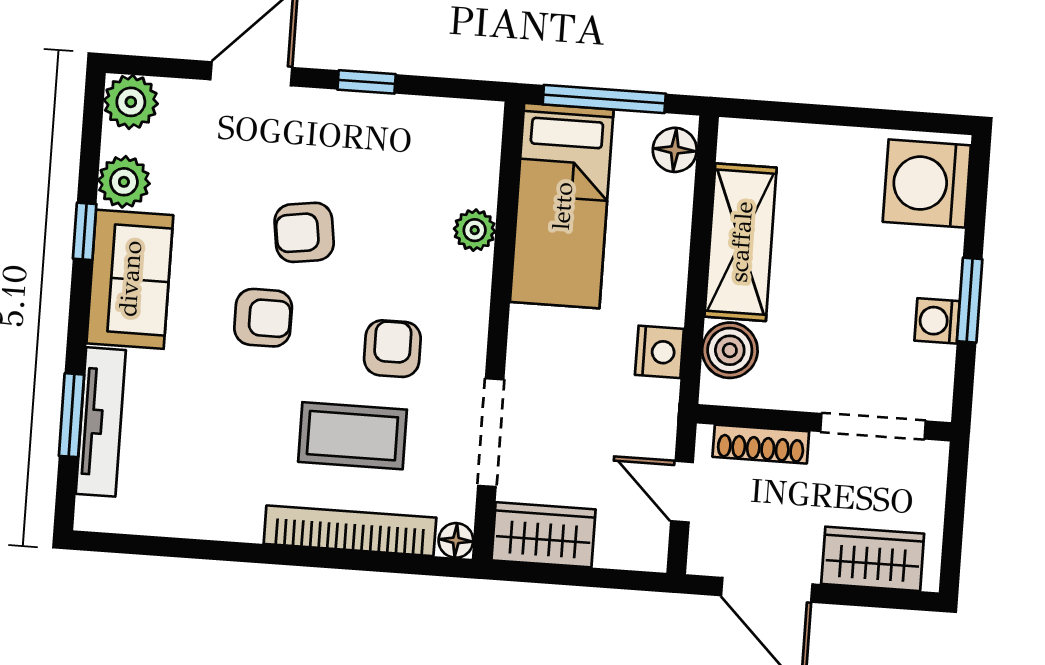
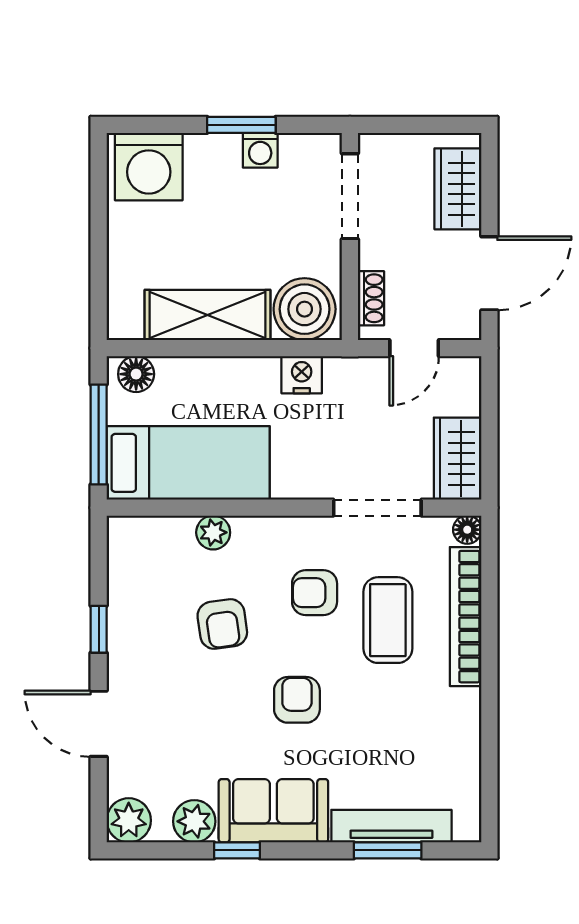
armchair: (304, 232) -> (222, 624), moved
boiler: (730, 350) -> (305, 309), width x1.37, depth x1.37
shoe rack: (761, 444) -> (371, 298), width x0.70

